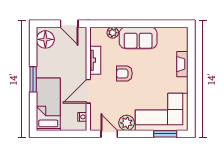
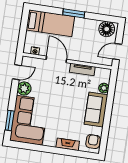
armchair: (124, 74) -> (93, 142), moved

